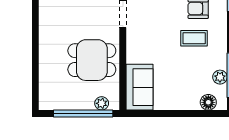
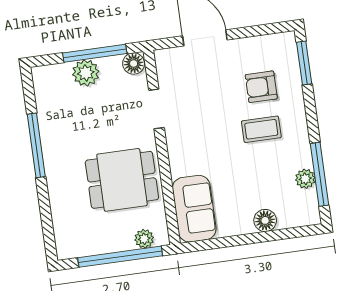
window: (35, 28) -> (36, 145), added
floor lamp: (208, 102) -> (265, 220), moved

